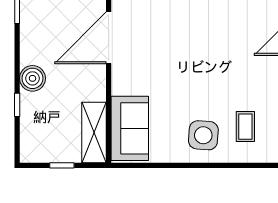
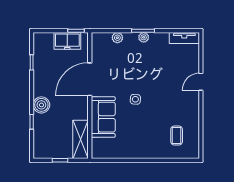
sofa: (130, 128) -> (103, 117), moved
side table: (203, 135) -> (135, 99), moved, width x0.54, depth x0.54

